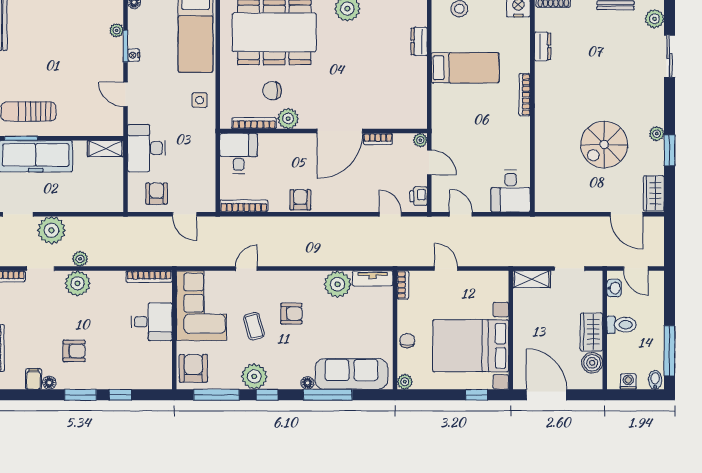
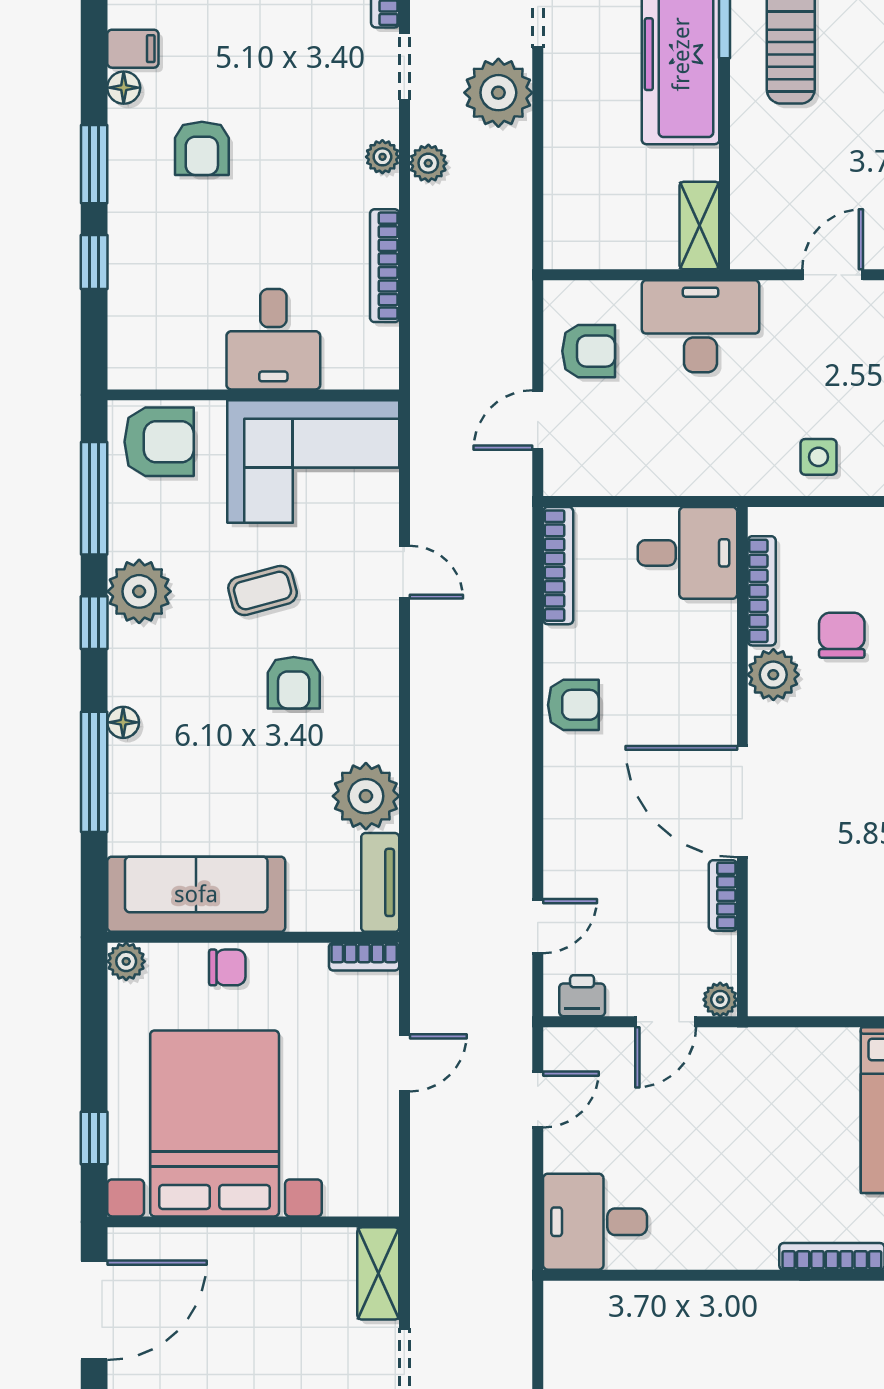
bookcase: (149, 277) -> (385, 266), moved
plant: (77, 283) -> (382, 157), width x0.53, depth x0.53
sofa: (351, 374) -> (196, 894), moved, turned -90

